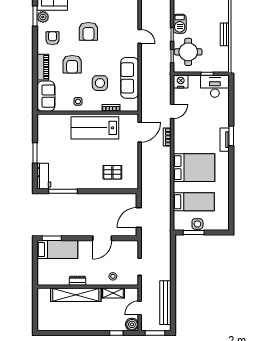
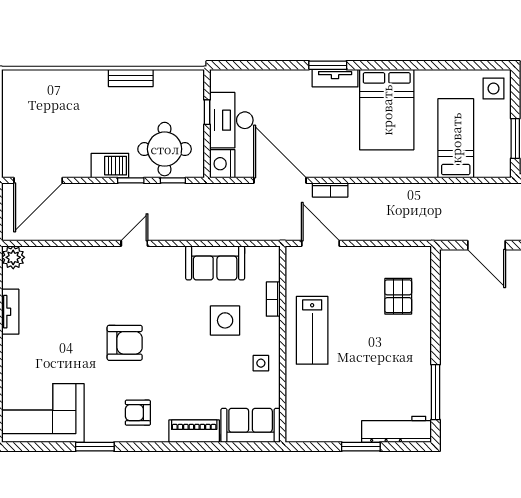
plant: (43, 17) -> (97, 431), removed
armchair: (72, 64) -> (189, 375), removed
sofa: (130, 78) -> (215, 263), width x0.73
desk: (215, 86) -> (231, 120), moved
door: (172, 111) -> (280, 180), width x1.88
lab bench: (95, 128) -> (312, 330), width x0.73, depth x0.72
bed: (194, 168) -> (387, 110), moved, turned 180
workbench: (44, 176) -> (396, 429), width x1.37
side table: (197, 224) -> (493, 88), moved

